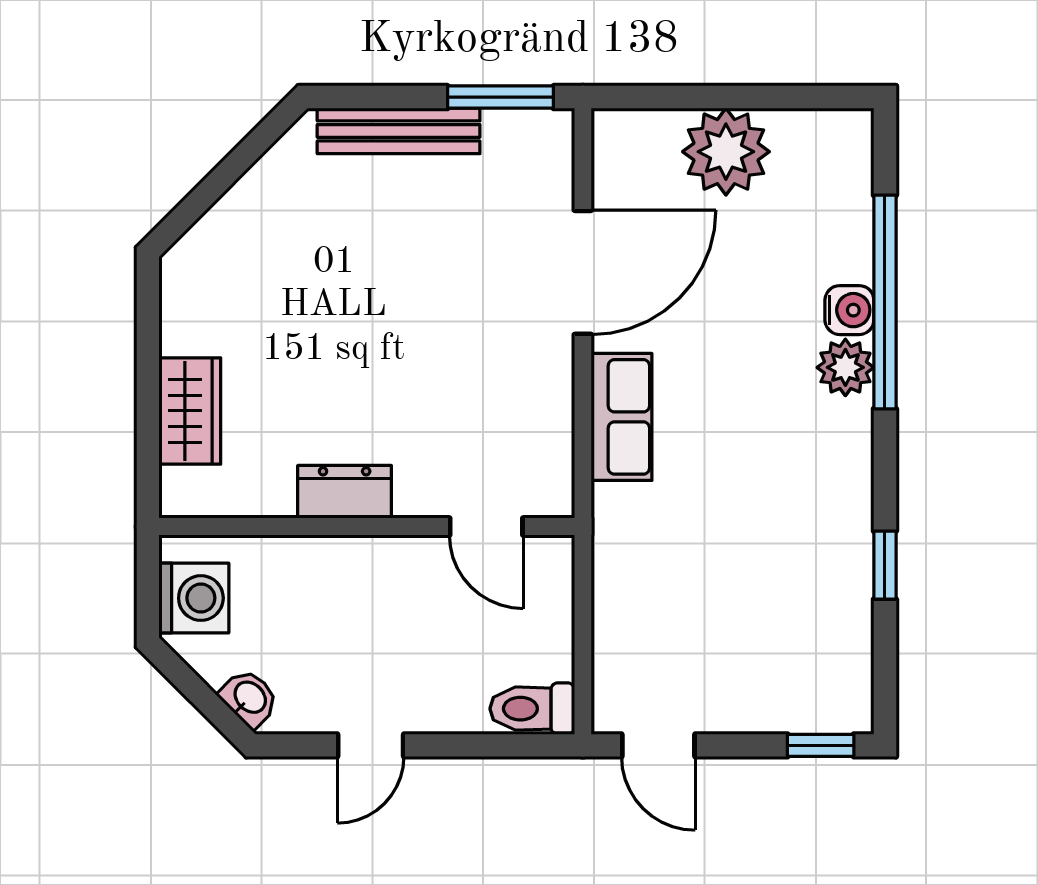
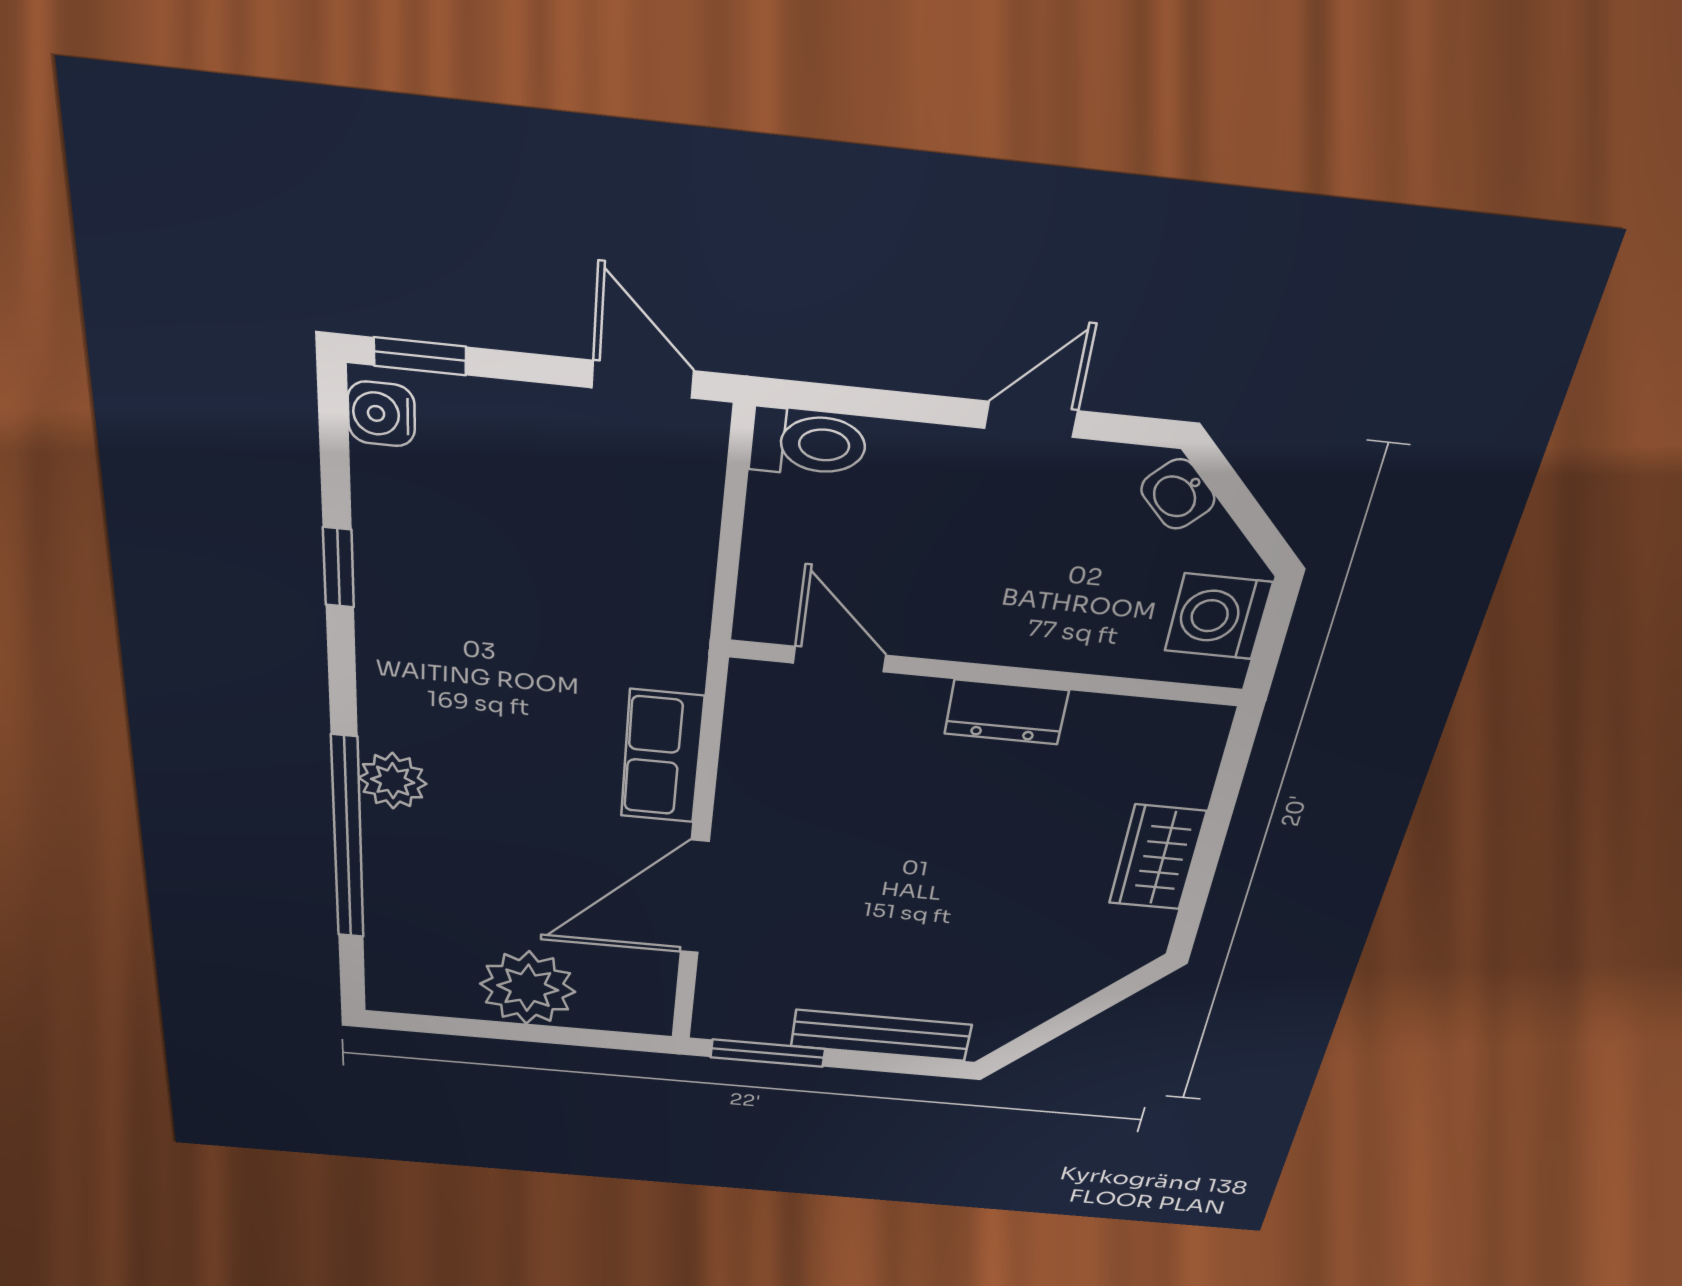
water cooler: (849, 310) -> (381, 414), moved
wardrobe: (190, 411) -> (1157, 857), moved

